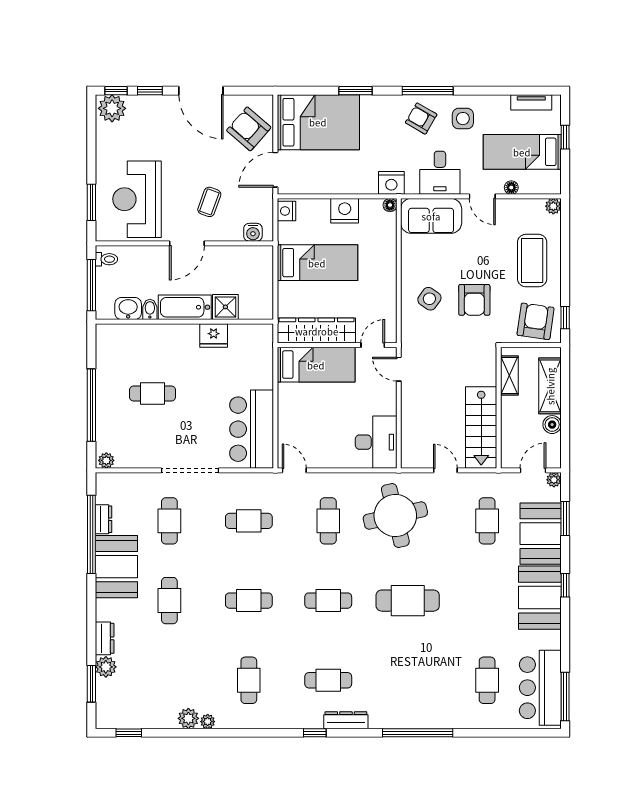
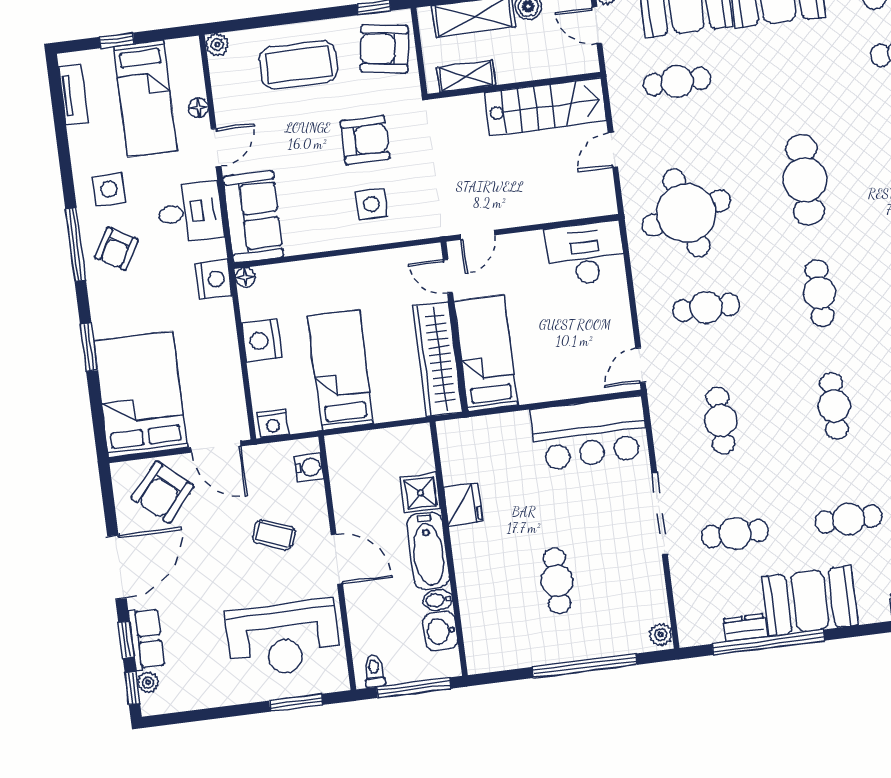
row of seats: (149, 105) -> (147, 639), added
plant: (112, 108) -> (148, 682), width x0.53, depth x0.53
side table: (429, 299) -> (372, 204), turned -35

